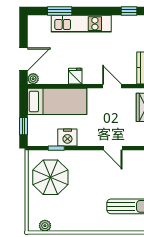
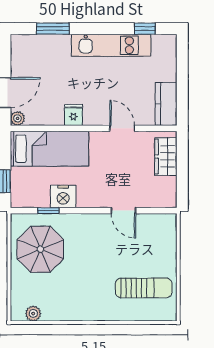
kitchen unit: (81, 24) -> (111, 45), moved

